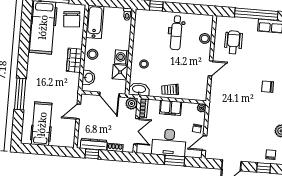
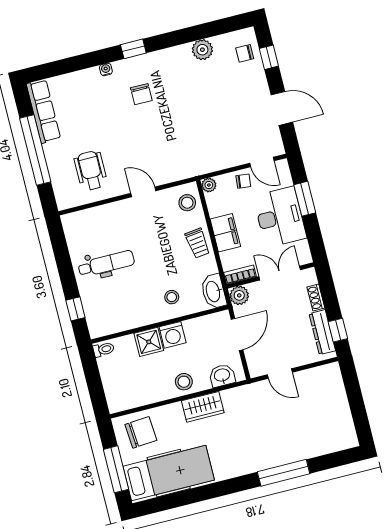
bathtub: (95, 22) -> (133, 395), removed
stool: (205, 38) -> (187, 203), moved
wheelchair: (233, 42) -> (91, 170), turned 90
shower: (120, 72) -> (149, 342), moved
hospital bed: (42, 124) -> (318, 424), removed

